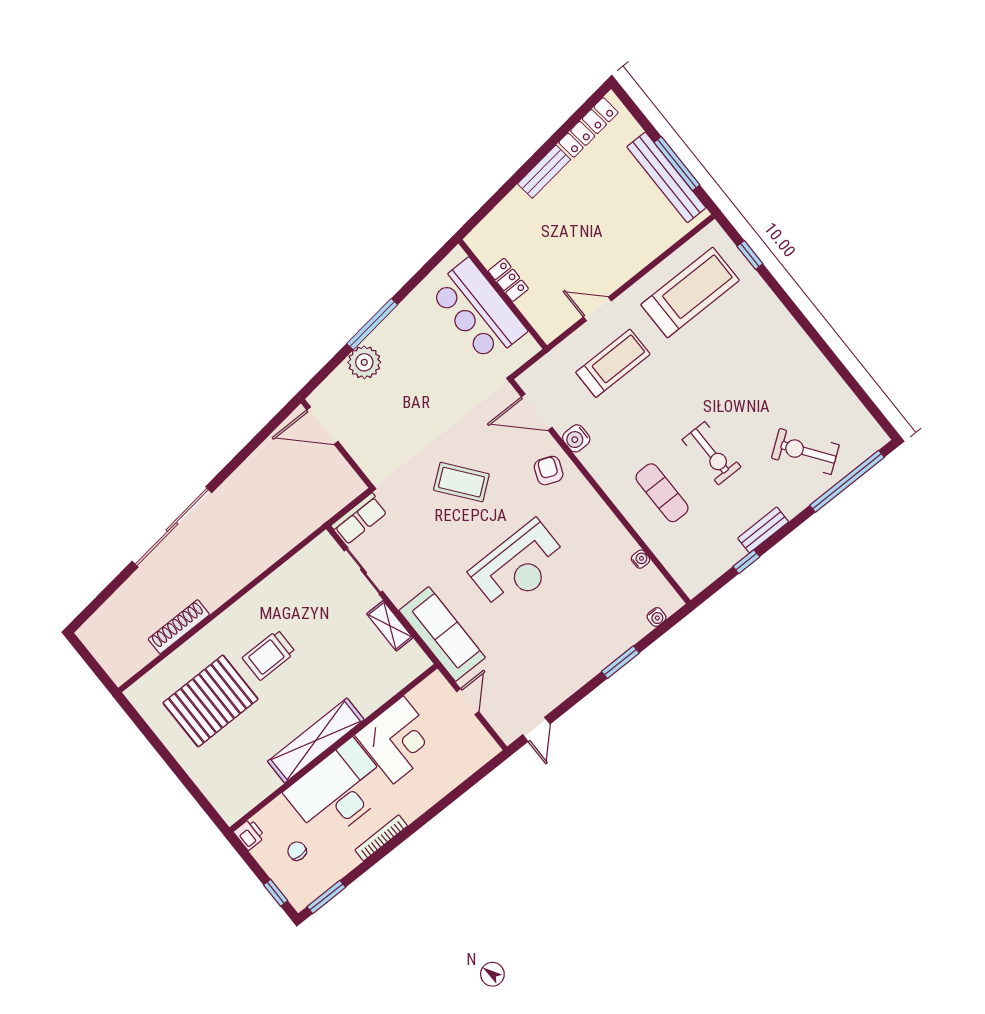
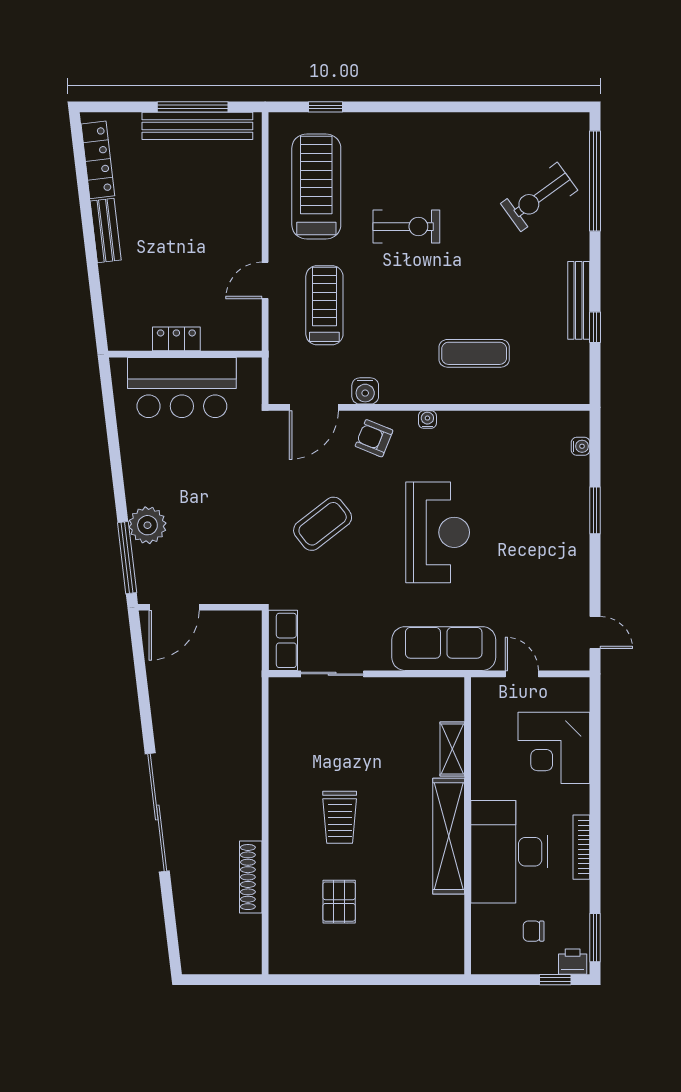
window: (372, 324) -> (127, 558), moved
exercise bike: (712, 453) -> (406, 227), moved
bench: (763, 530) -> (579, 300), width x1.36
water cooler: (640, 559) -> (427, 419), moved
shelving: (390, 626) -> (452, 749), moved, turned 90
pallet: (211, 701) -> (339, 902), width x0.49, depth x0.50
corner desk: (398, 740) -> (554, 748), moved, turned 180
printer: (249, 834) -> (573, 962), moved

